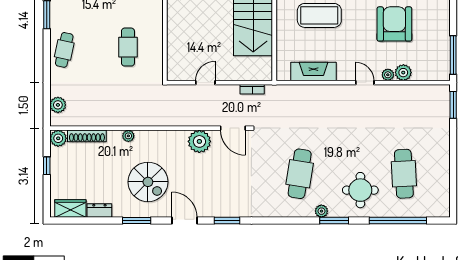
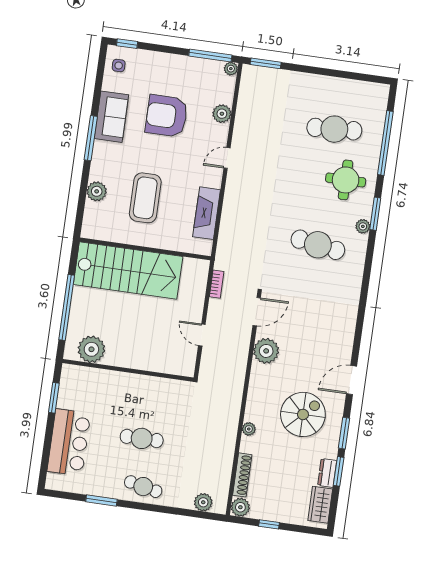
cafe table: (128, 47) -> (142, 438), moved
plant: (388, 75) -> (231, 69), moved
window: (227, 221) -> (339, 471), moved

